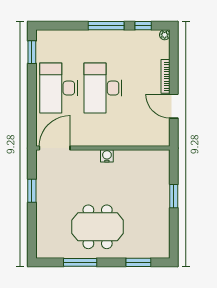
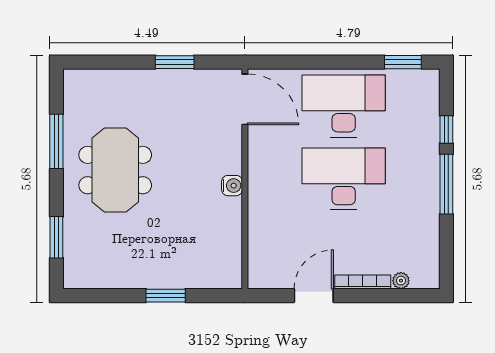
window: (143, 26) -> (446, 129), moved
plant: (165, 35) -> (401, 281), moved

